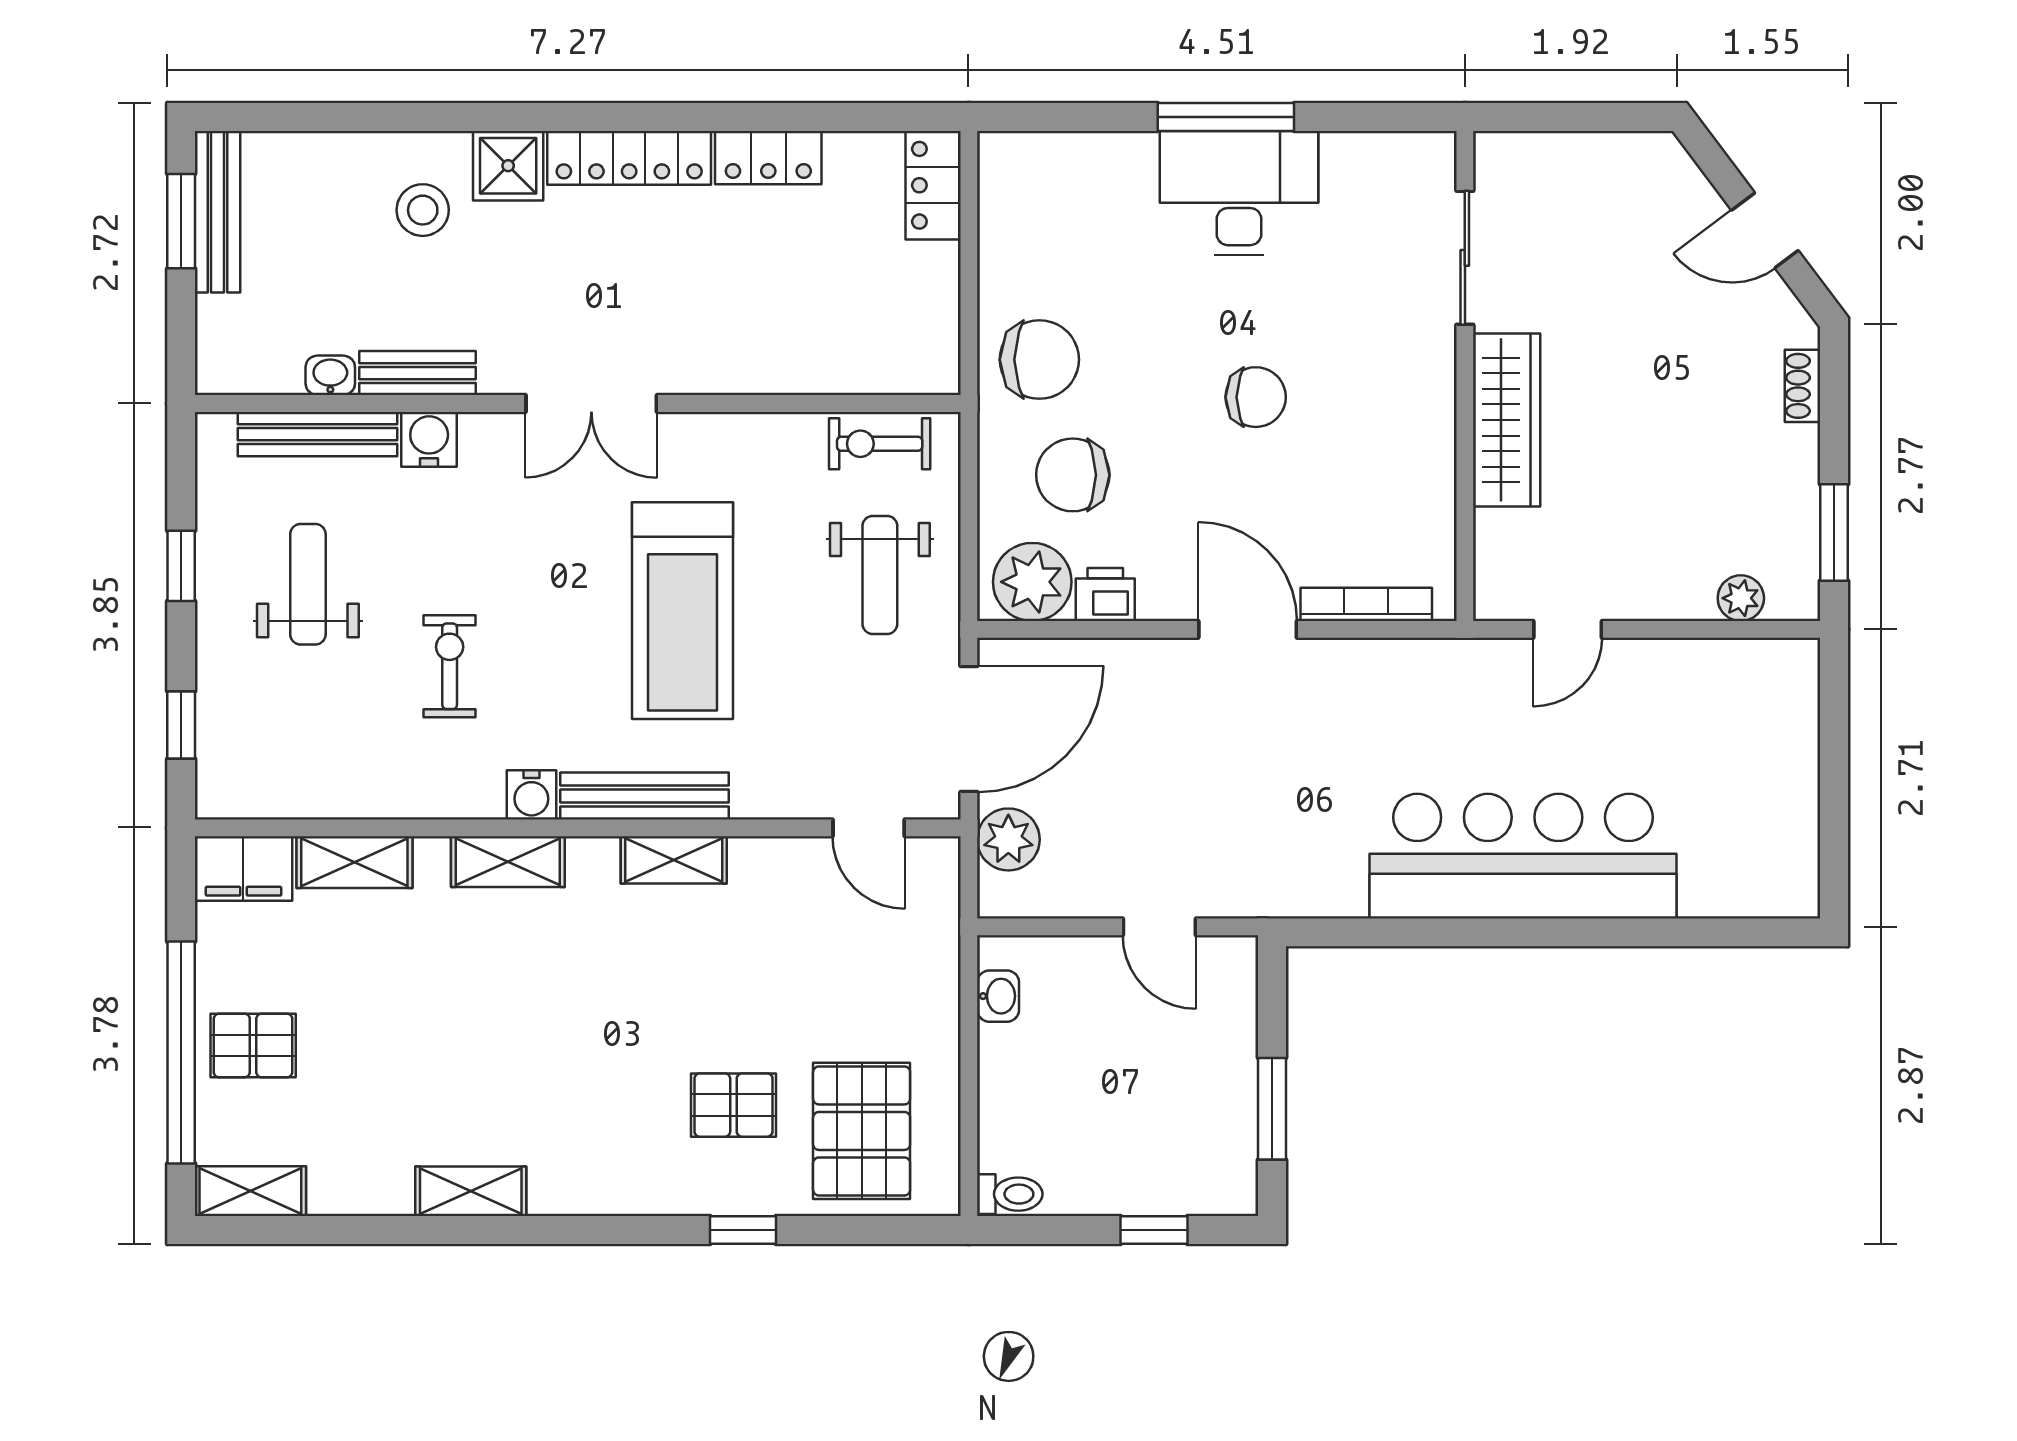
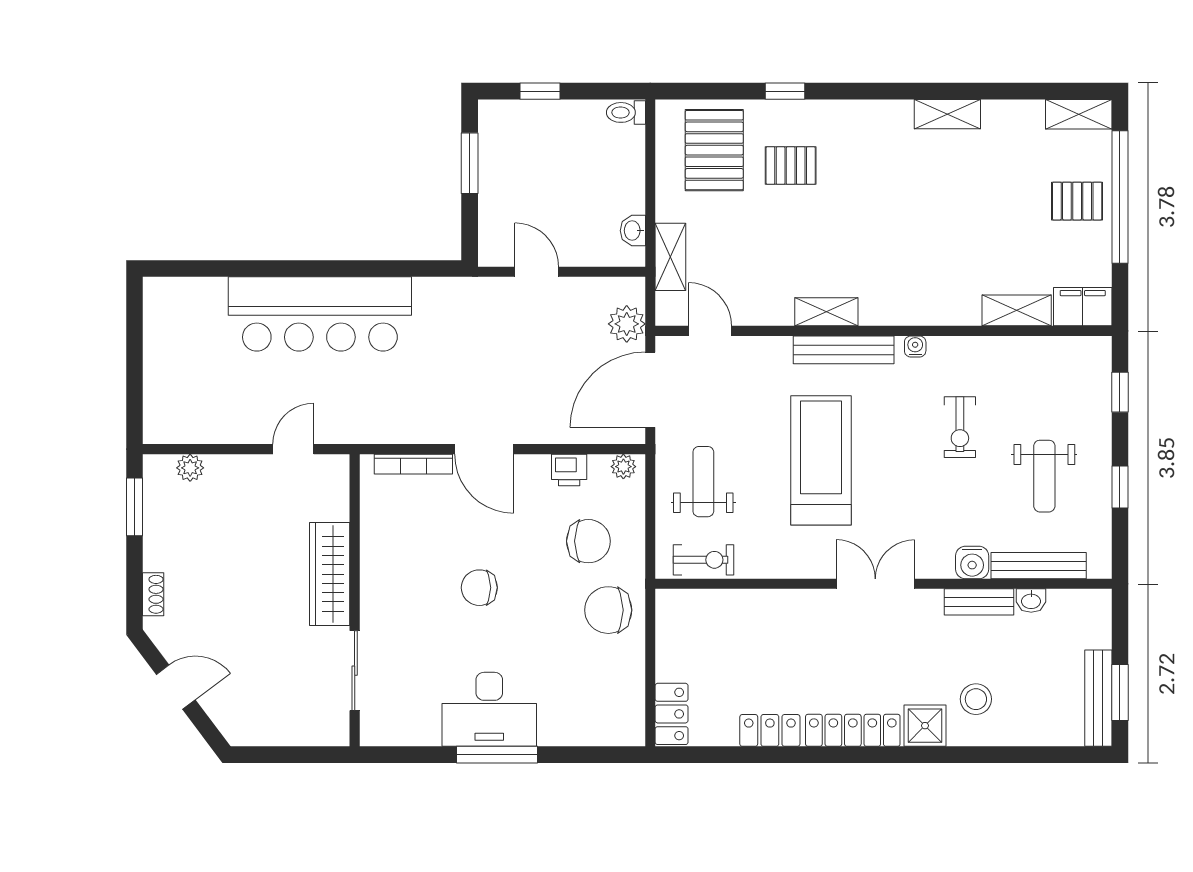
plant: (1032, 582) -> (623, 467), width x0.53, depth x0.53
water cooler: (531, 795) -> (915, 346), width x0.72, depth x0.72
shelving: (508, 862) -> (670, 257), moved, turned 90

